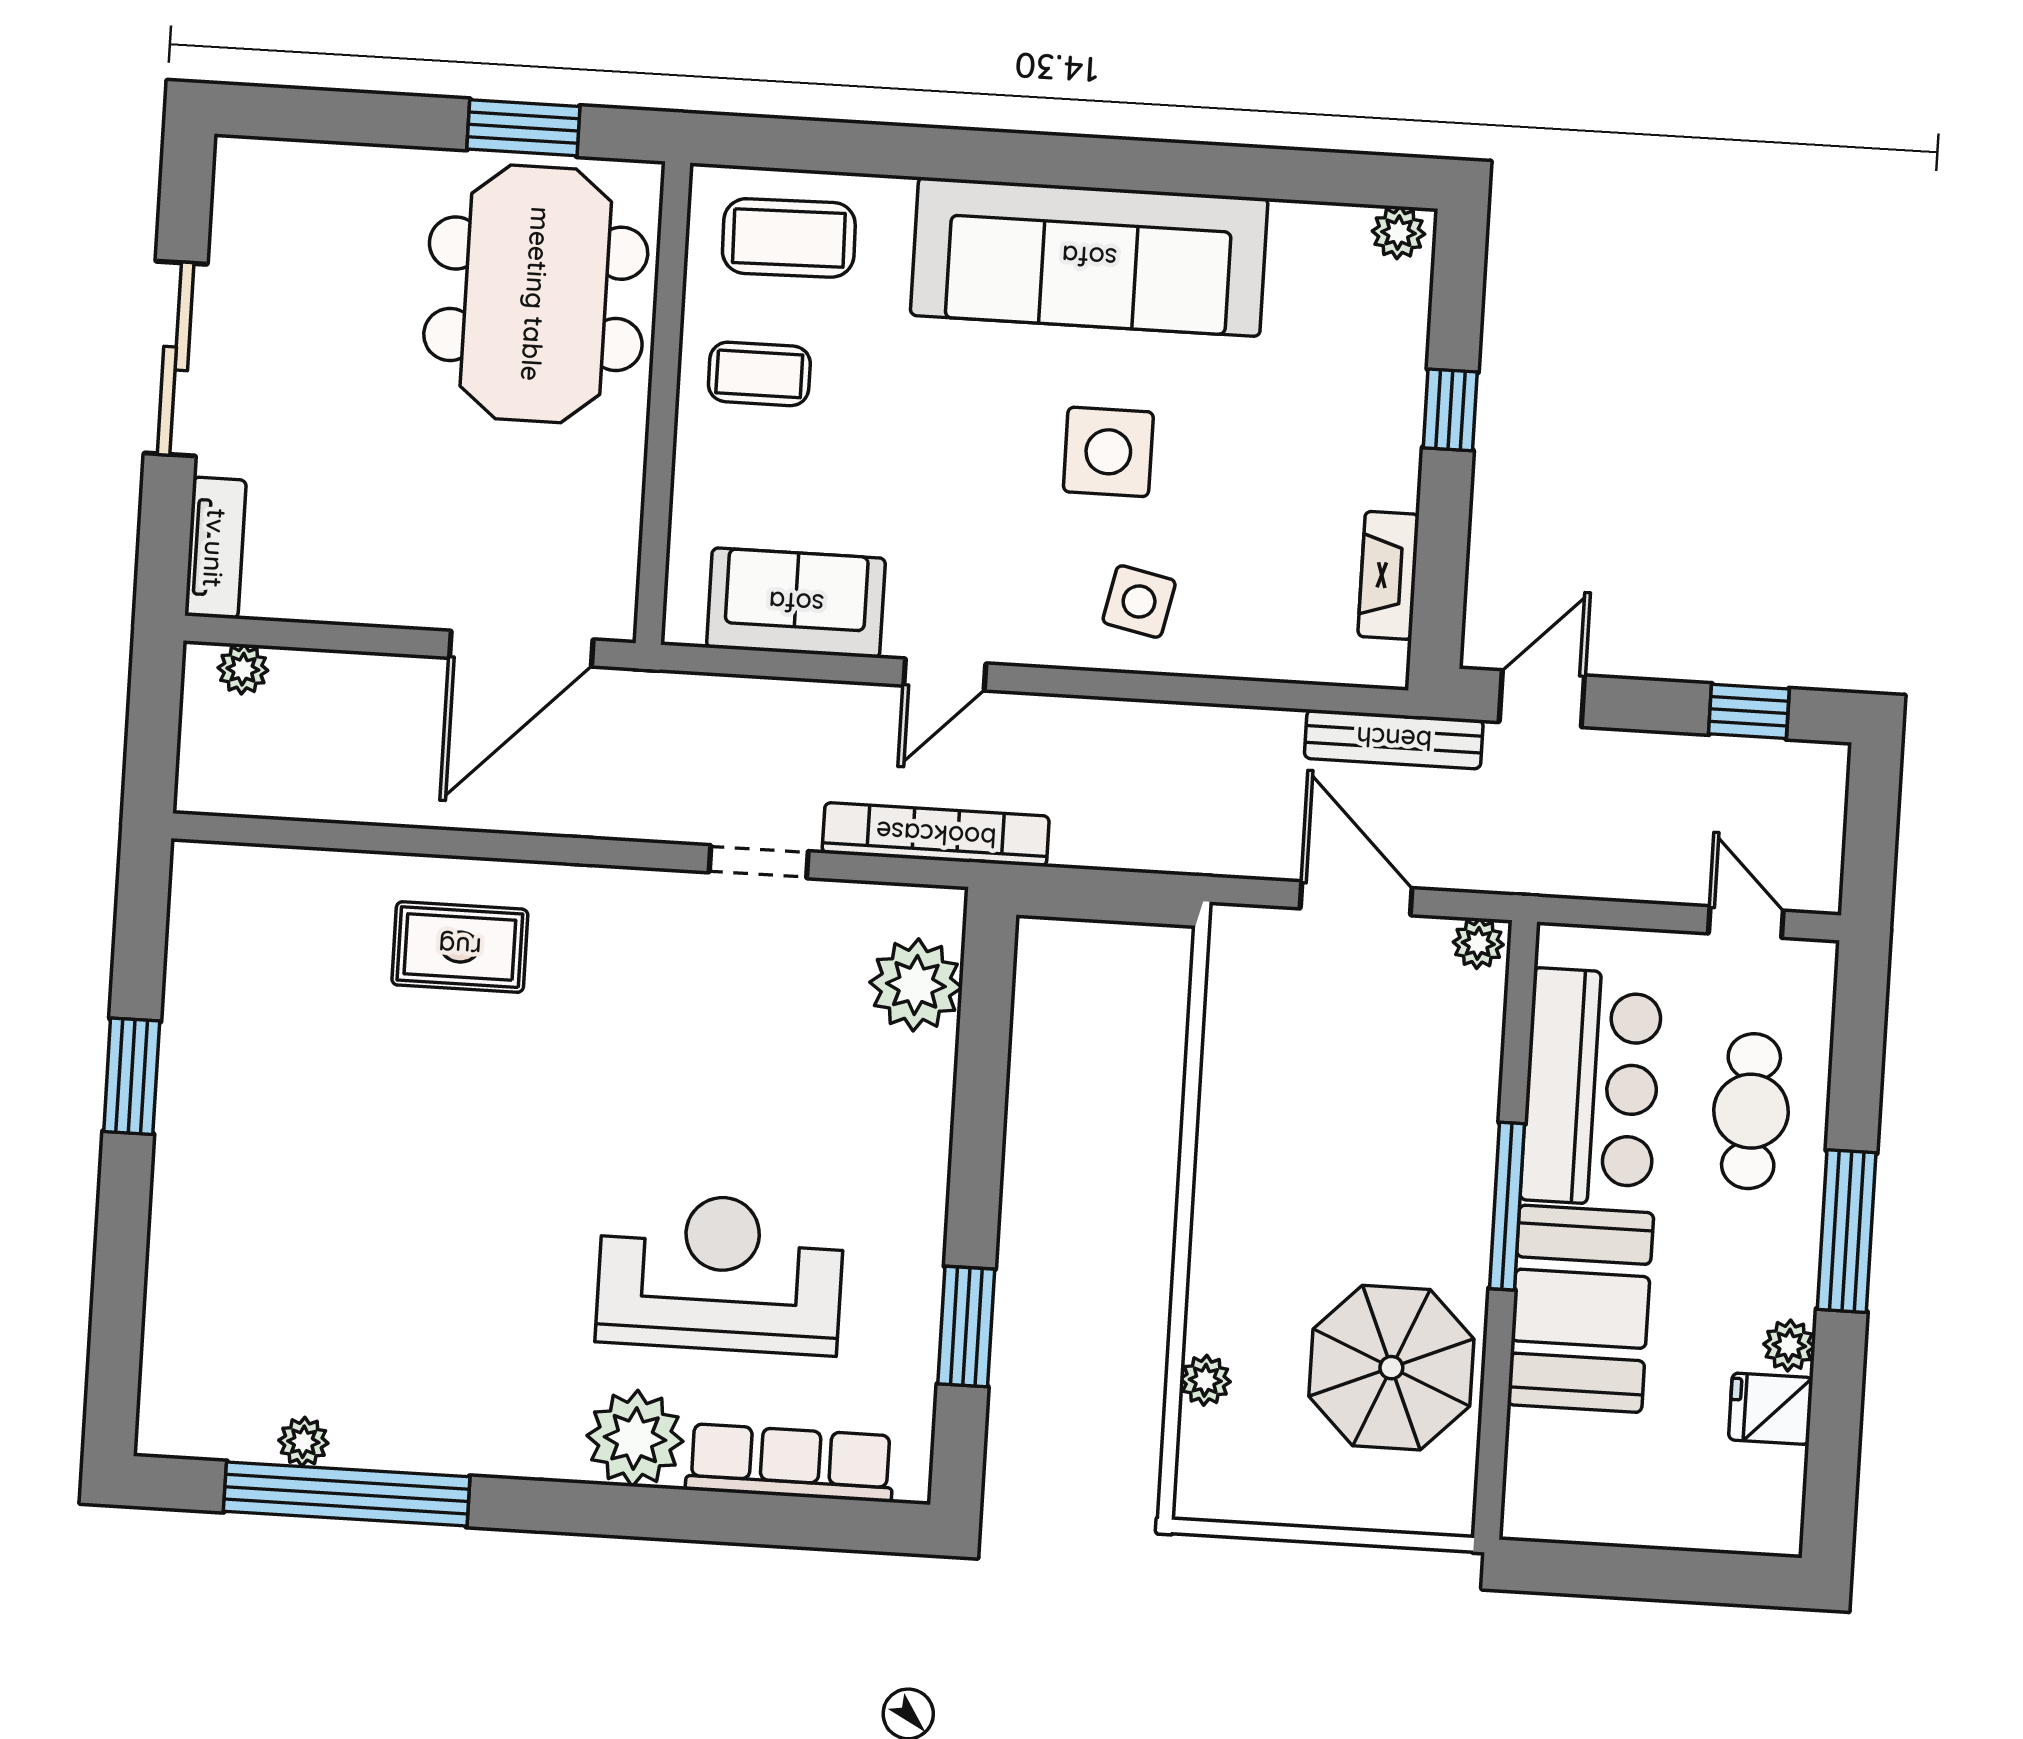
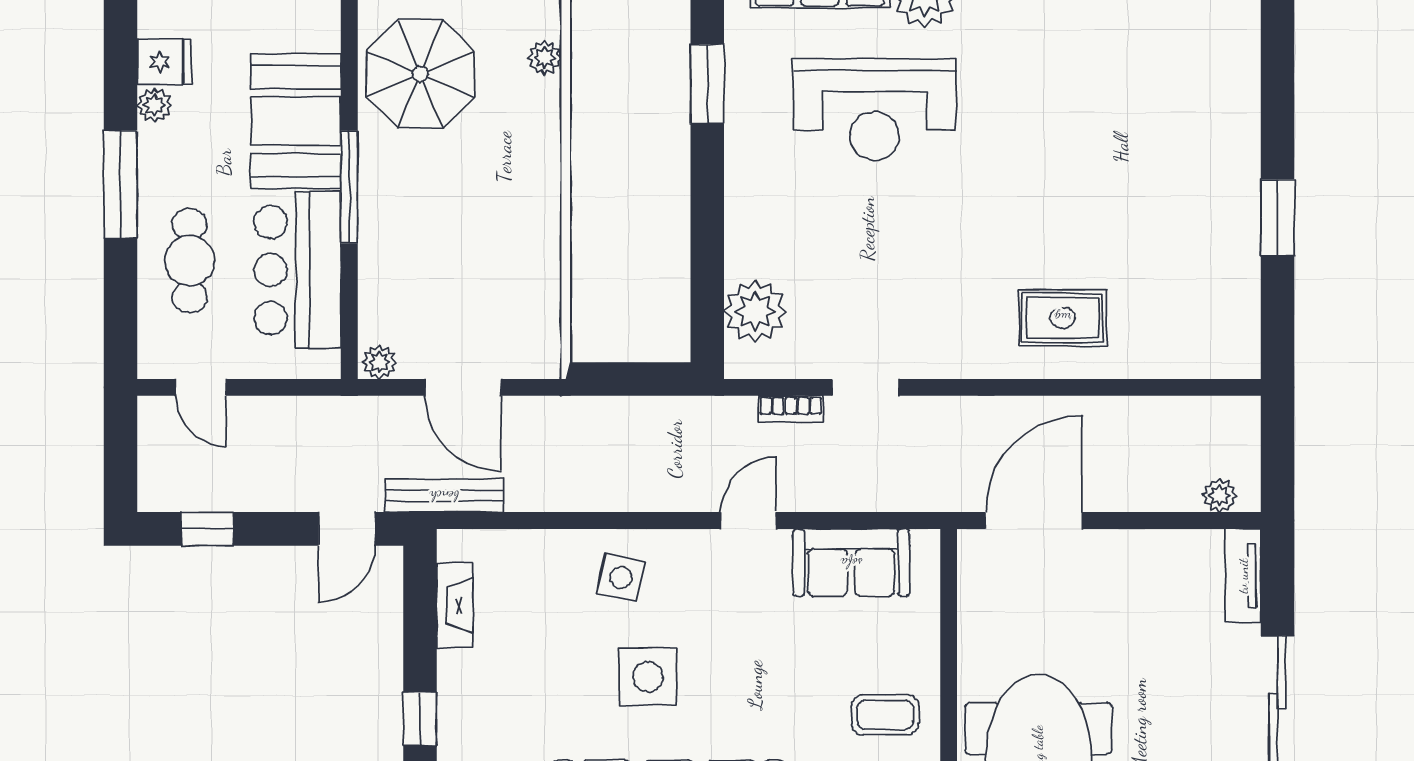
bookcase: (936, 835) -> (791, 409), width x0.43, depth x0.76

